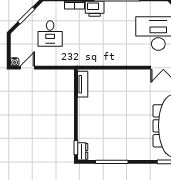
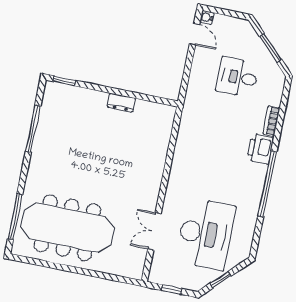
tv unit: (83, 84) -> (154, 109), removed
dresser: (83, 151) -> (121, 103), moved

